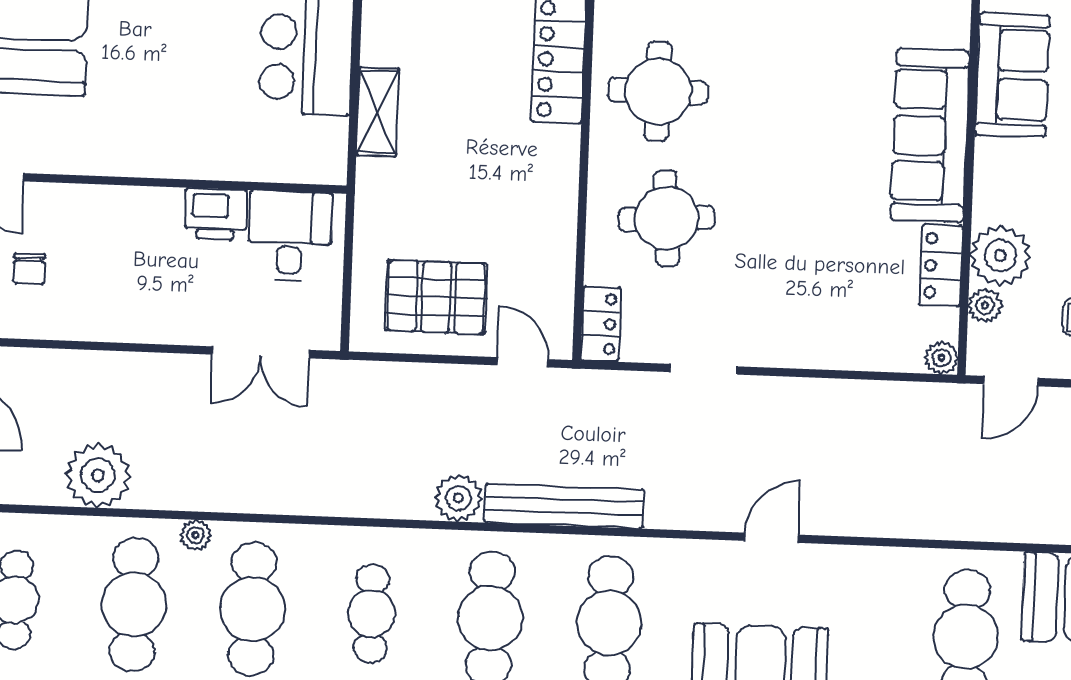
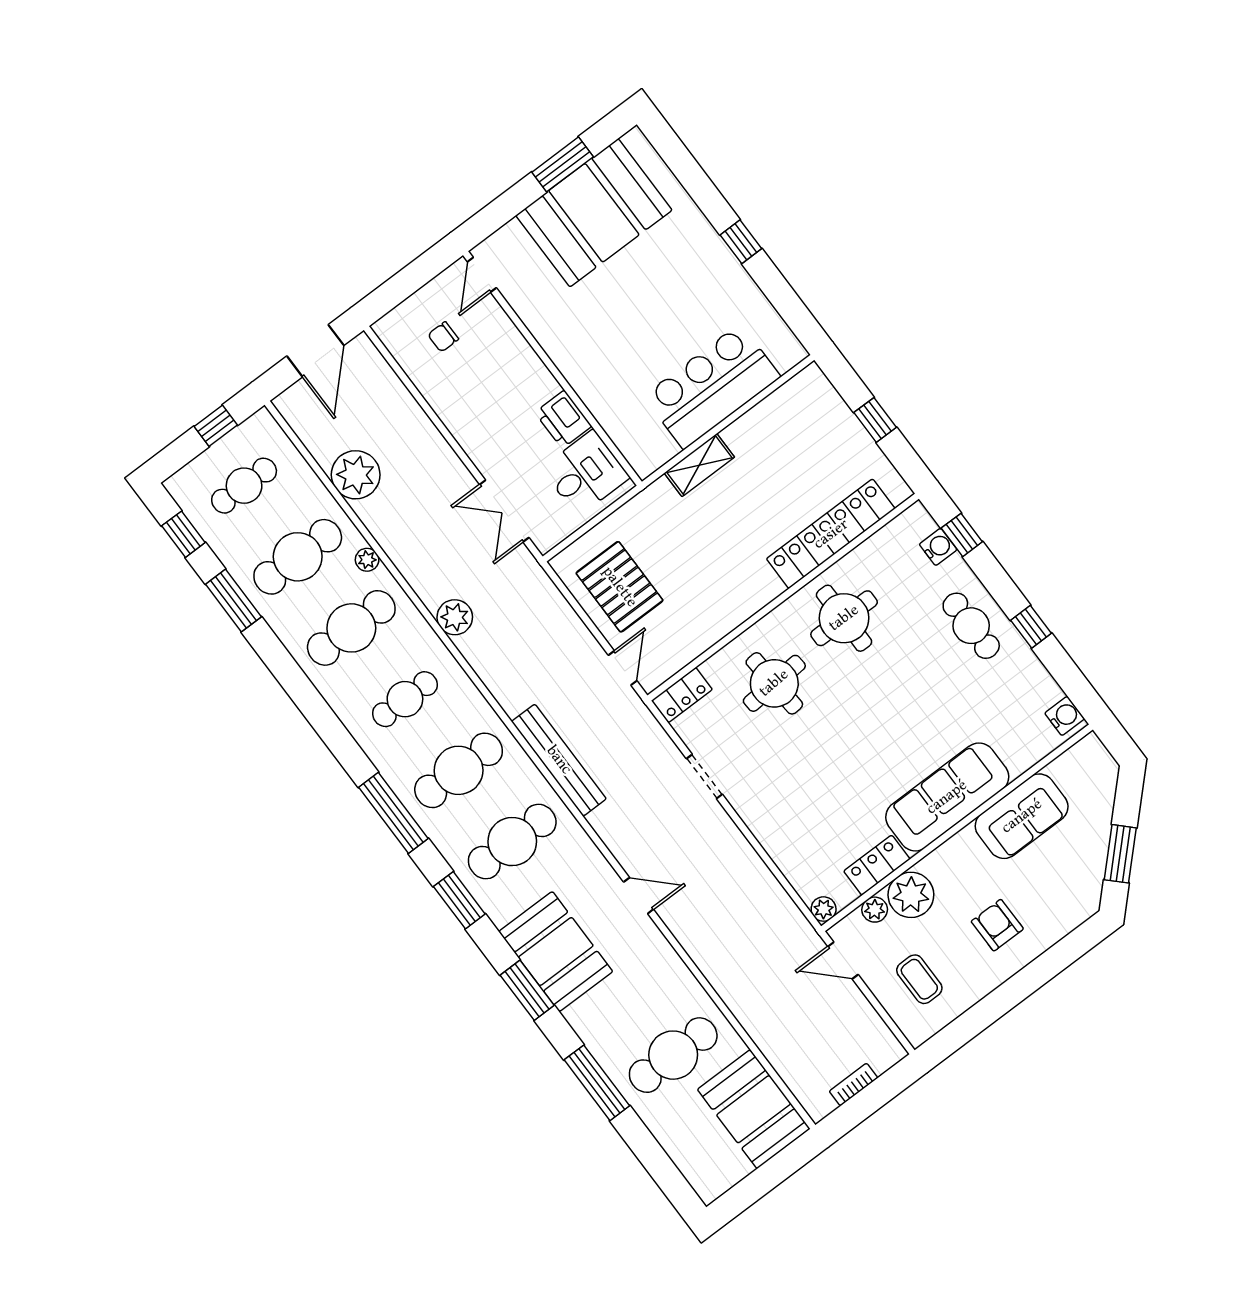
plant: (458, 498) -> (455, 617), moved

